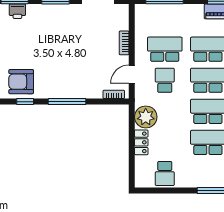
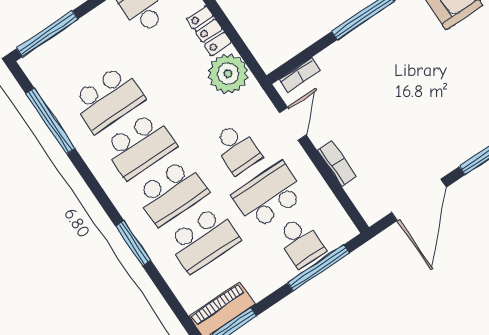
school desk: (165, 18) -> (300, 242), added
school desk: (165, 49) -> (269, 195), turned 180

